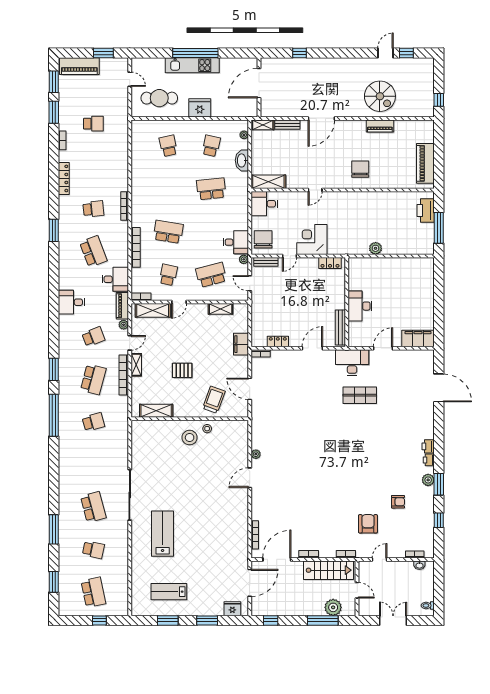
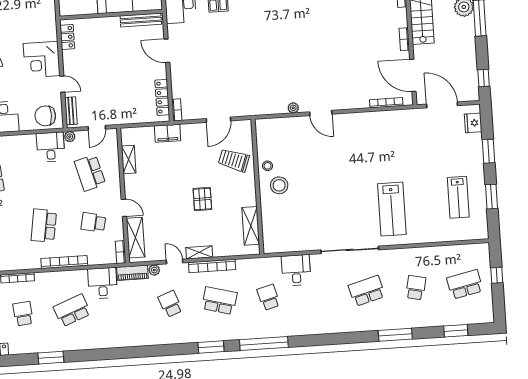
desk: (71, 302) -> (296, 270), moved, turned 180
locker: (278, 342) -> (162, 97), width x1.53
lab bench: (163, 534) -> (392, 209), turned -90

